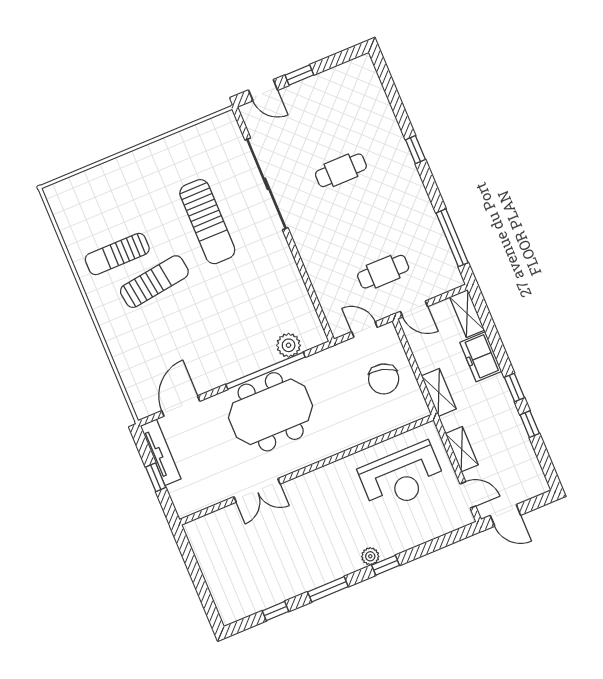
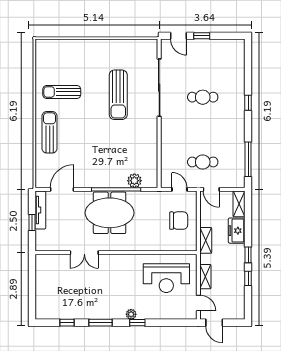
sun lounger: (154, 282) -> (50, 132), moved, turned -82
chair: (384, 379) -> (179, 221), turned -106

